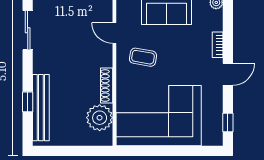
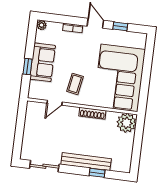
bench: (41, 108) -> (86, 162), moved
plant: (100, 118) -> (126, 123), moved
window: (228, 123) -> (120, 26), moved

